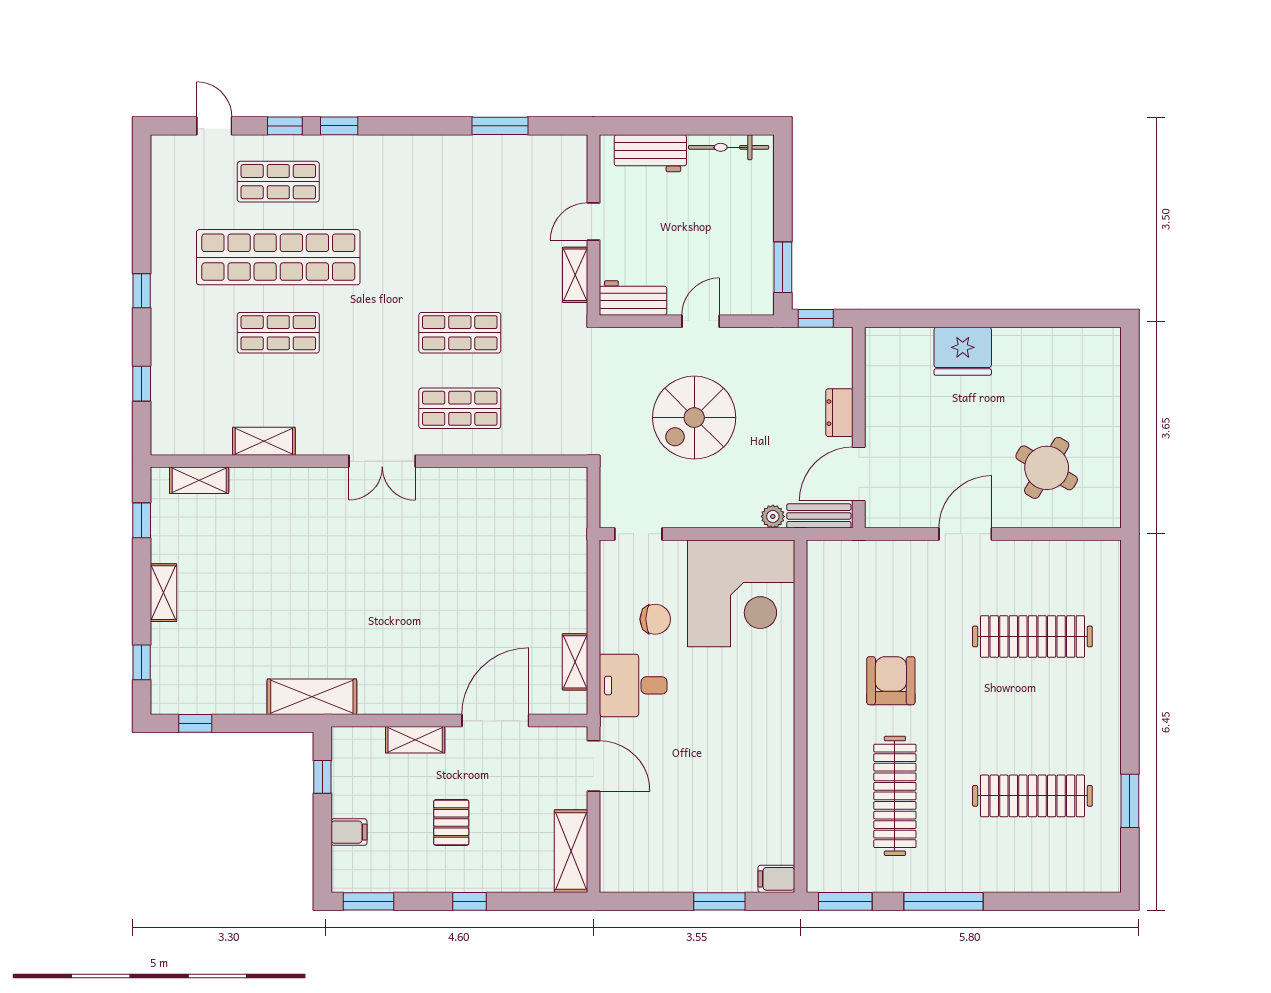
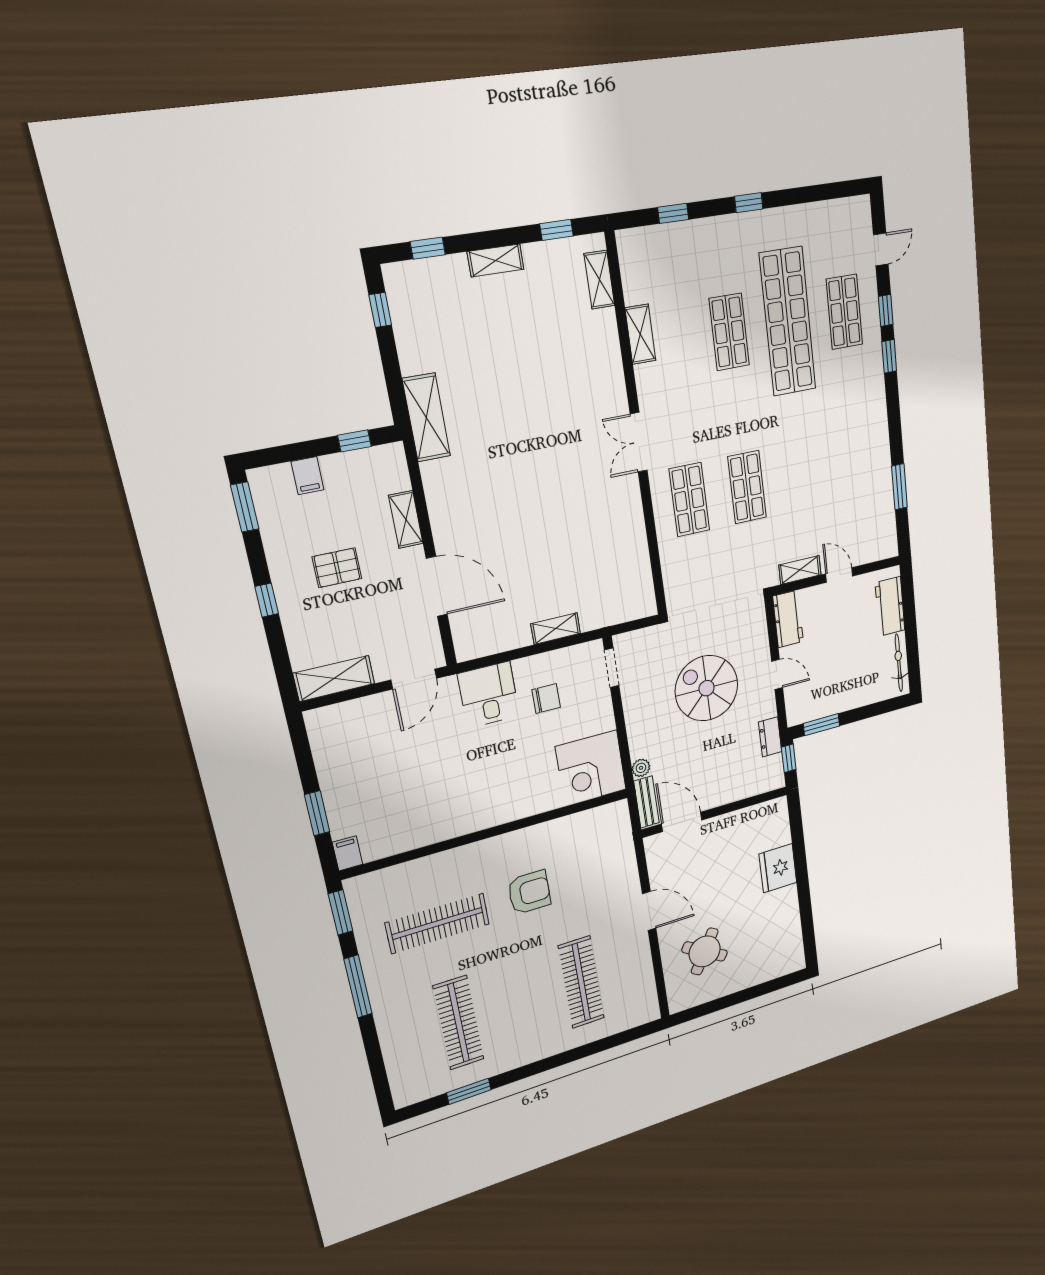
dresser: (839, 413) -> (770, 737), moved, turned -90
corner desk: (741, 593) -> (591, 768), width x0.74, depth x0.74
chair: (655, 619) -> (546, 699), turned -90
shelving: (575, 662) -> (556, 629), moved

